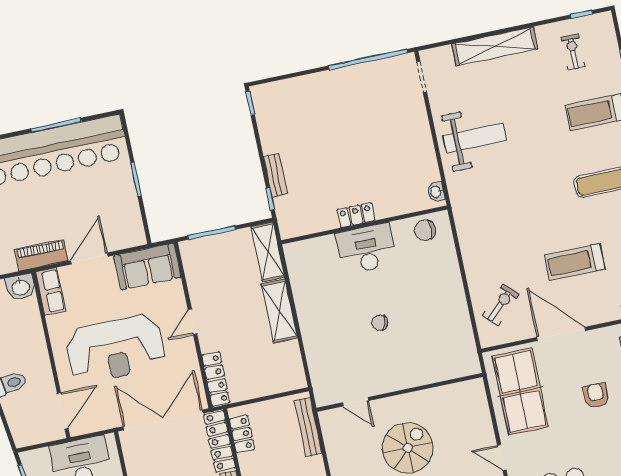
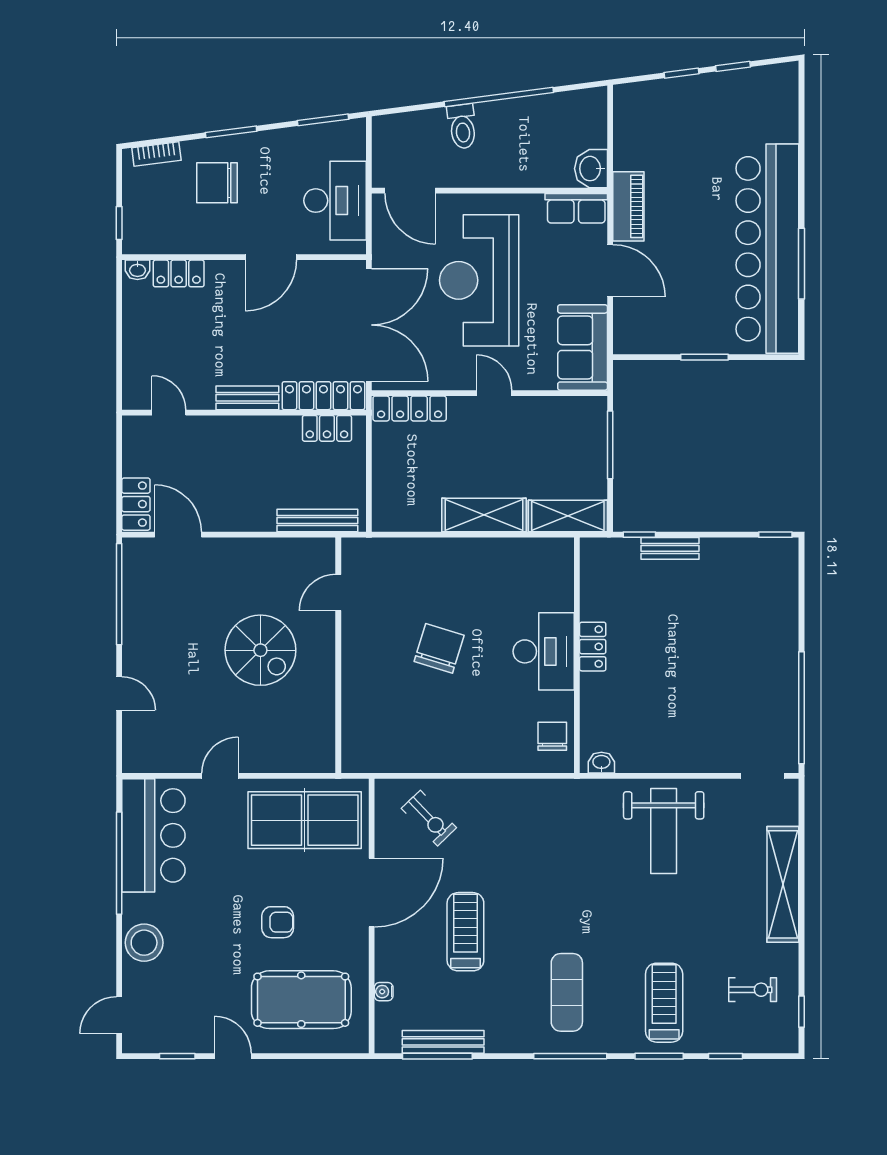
chair: (380, 323) -> (439, 648), width x1.87, depth x1.87

